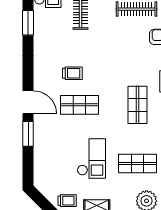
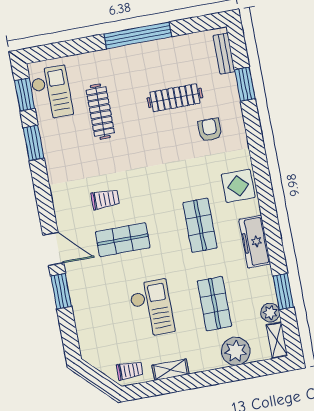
shop shelf: (137, 164) -> (214, 304), turned 90

